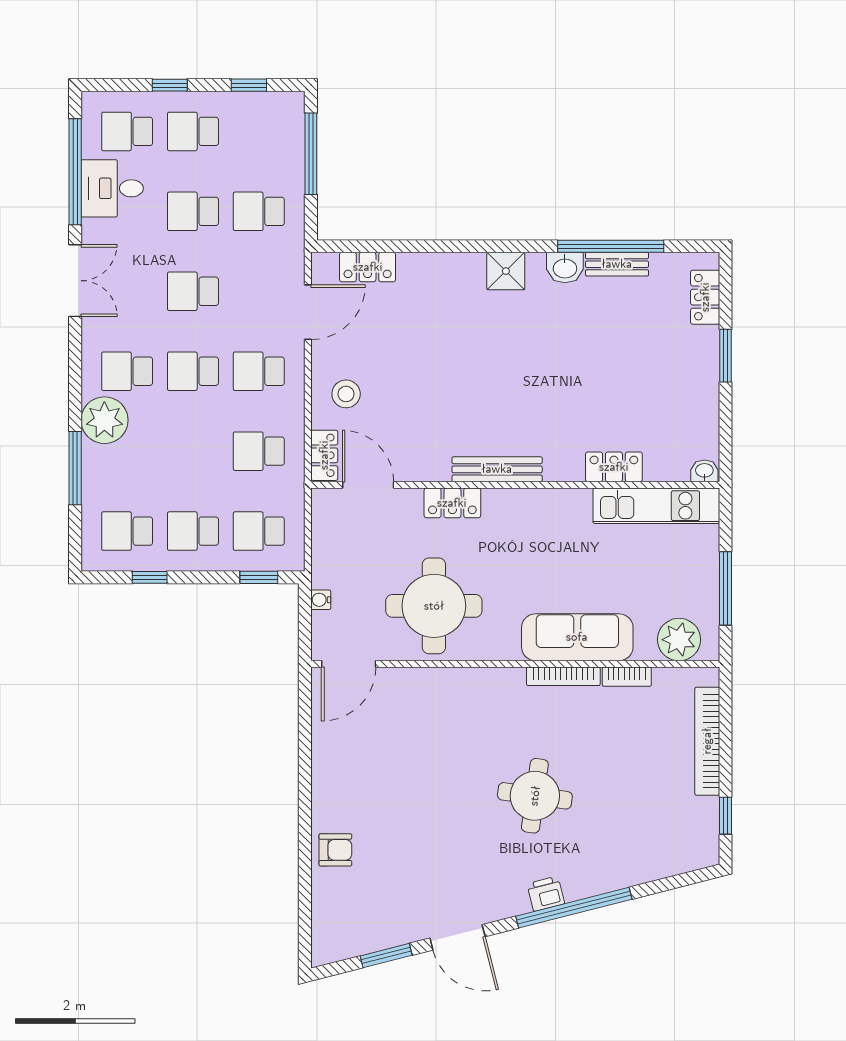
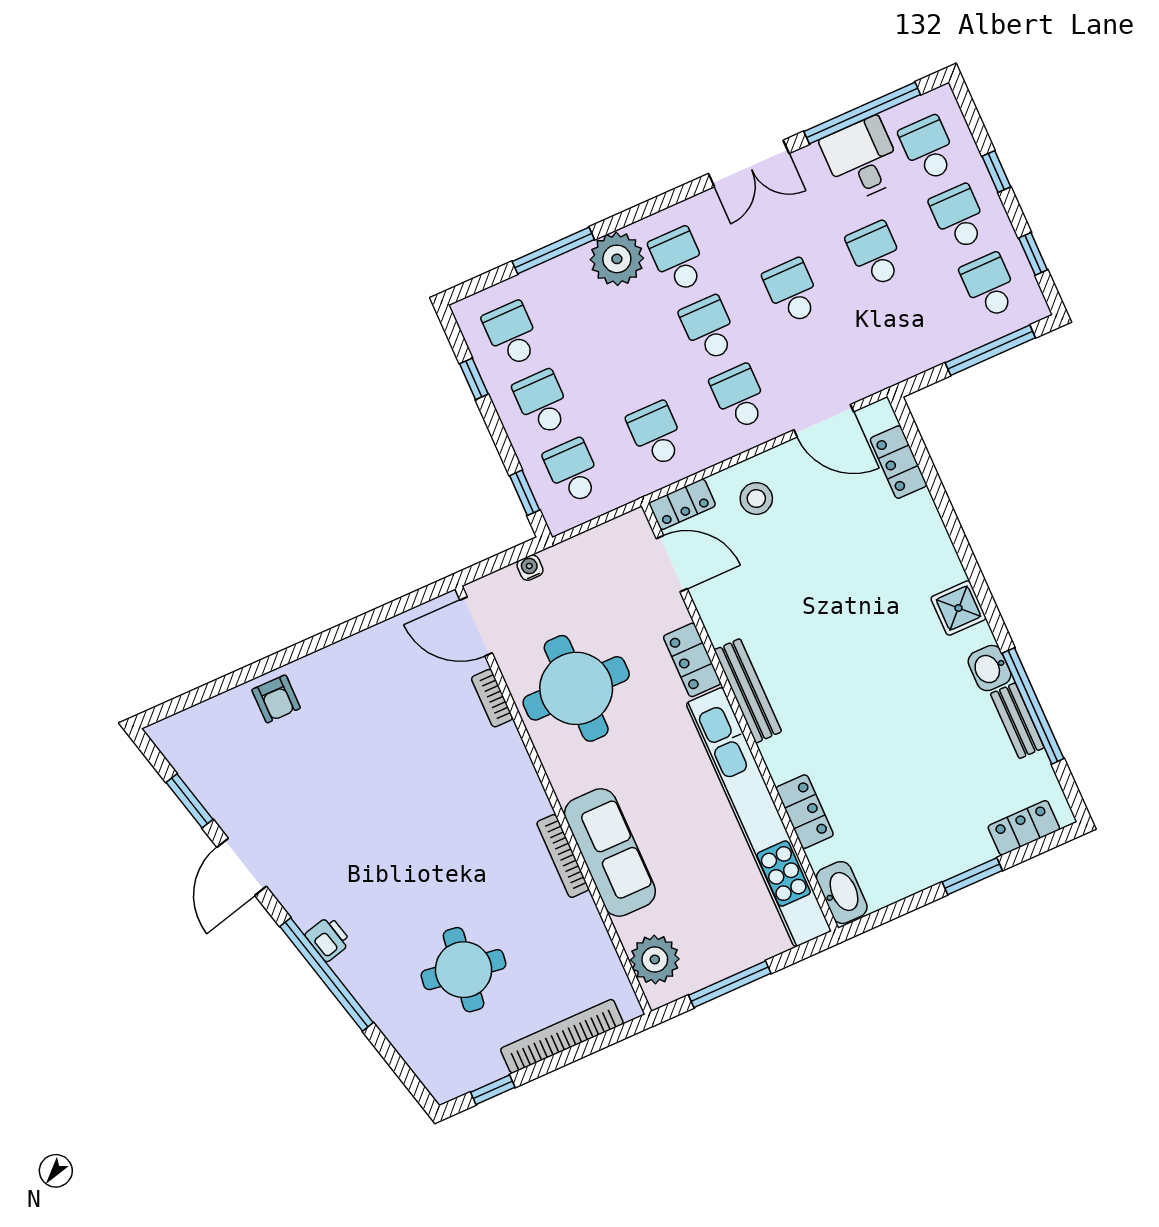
school desk: (259, 211) -> (989, 286), moved
washbasin: (704, 471) -> (842, 893), width x1.91, depth x1.45
door: (368, 485) -> (672, 564), hinge flipped
kitchen unit: (656, 506) -> (759, 817), width x1.86
bookcase: (627, 677) -> (492, 698), moved
round table: (535, 796) -> (464, 970), moved

